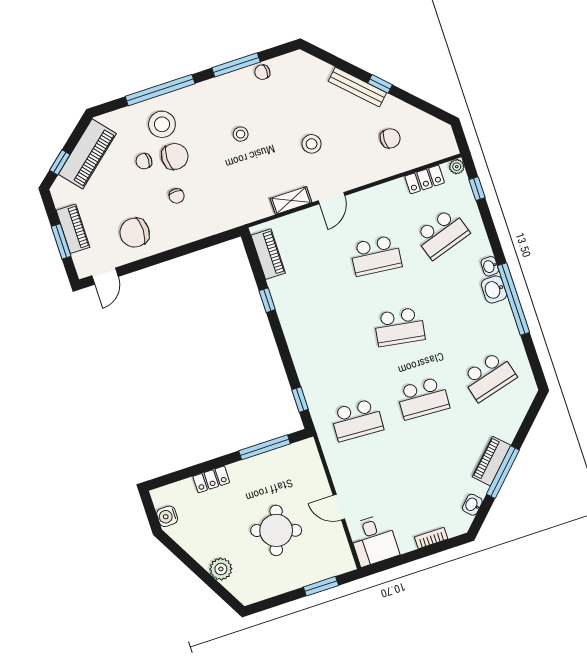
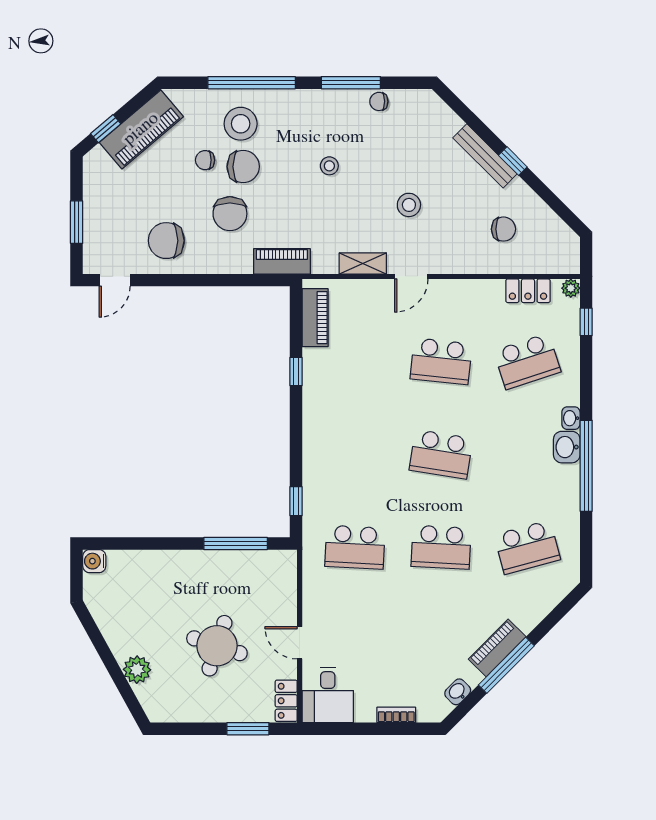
chair: (177, 196) -> (230, 214), width x1.87, depth x1.87
piano: (73, 229) -> (282, 261), moved, turned -90
locker: (211, 479) -> (286, 701), moved, turned 90
water cooler: (167, 516) -> (94, 561), moved

